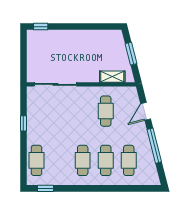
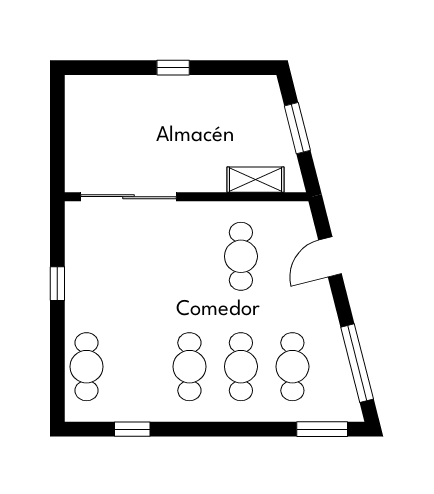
window: (41, 27) -> (173, 68), moved
window: (154, 146) -> (357, 363), moved
window: (46, 188) -> (132, 429), moved
window: (142, 188) -> (322, 429), added

